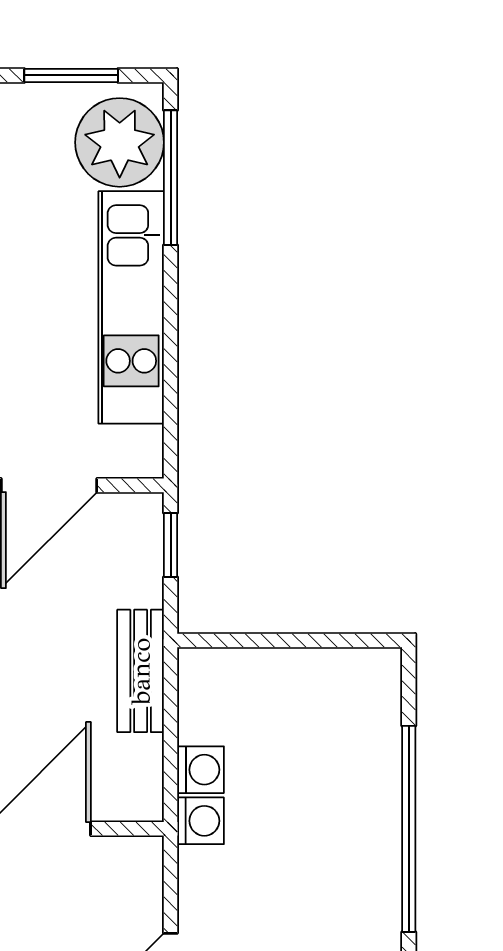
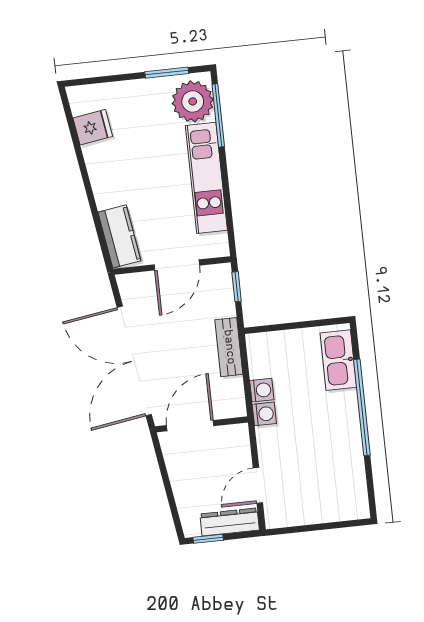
kitchen sink: (370, 724) -> (338, 360), added

